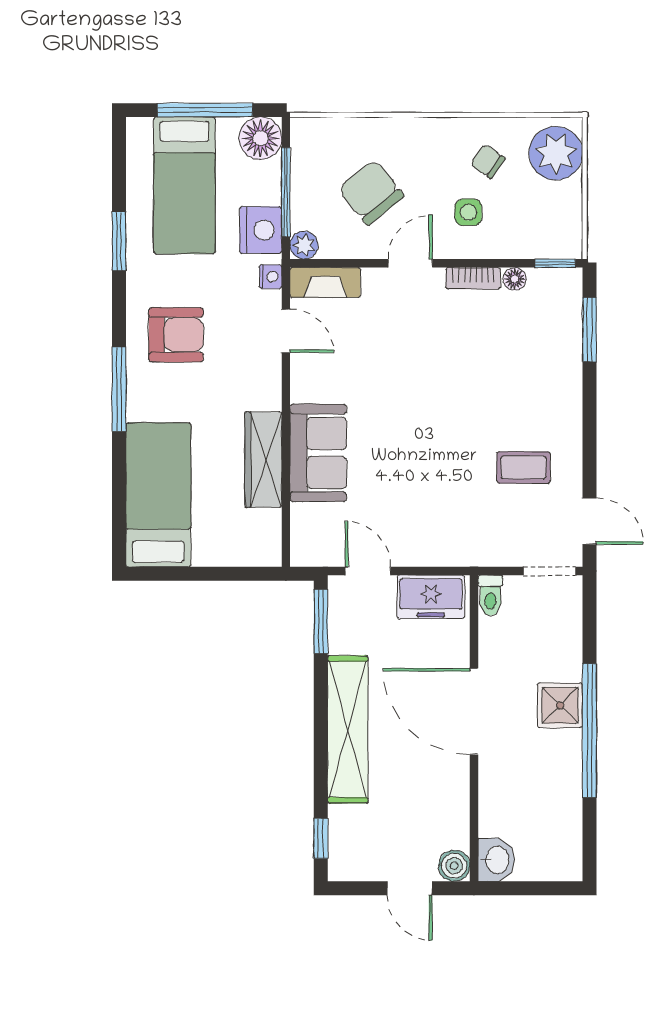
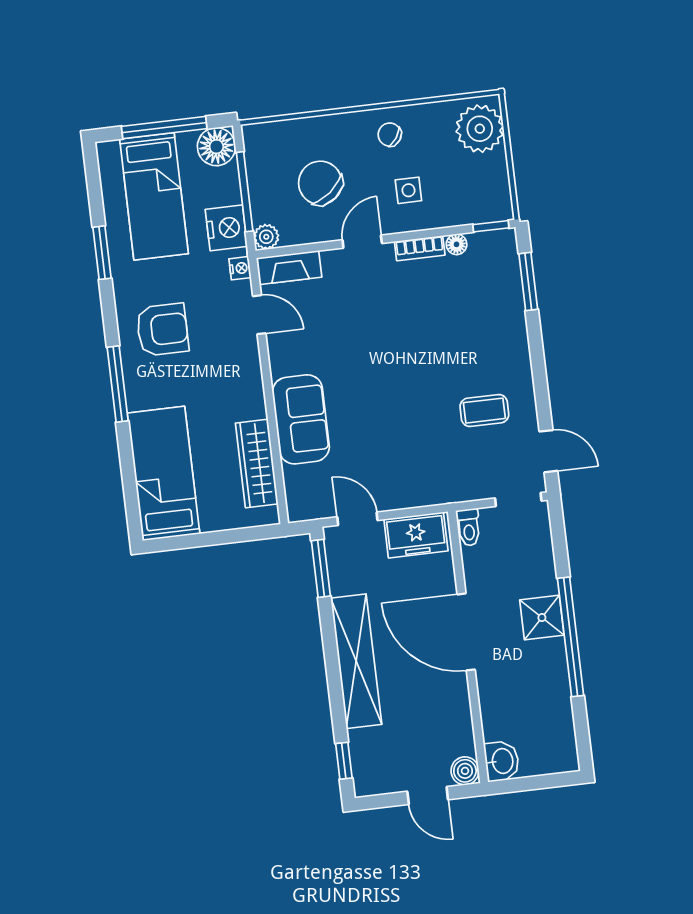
chair: (488, 161) -> (390, 135), moved
wardrobe: (263, 460) -> (257, 463), moved

